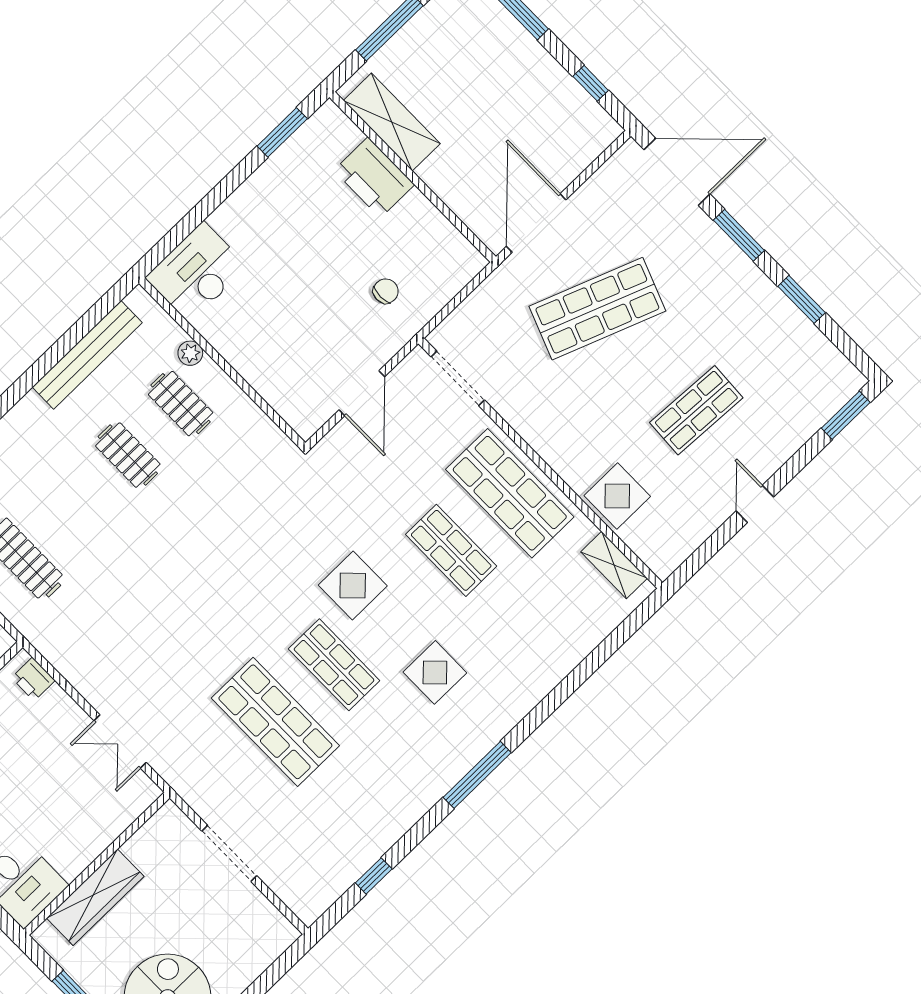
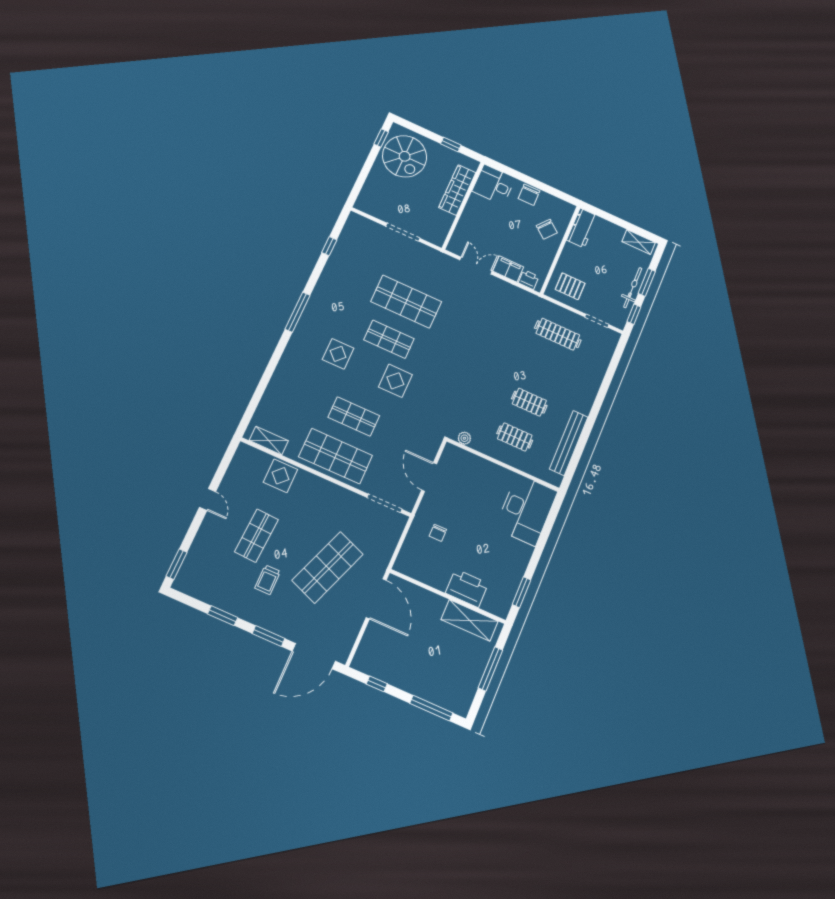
desk: (197, 272) -> (526, 510), width x1.36, depth x1.30
trolley: (705, 329) -> (268, 580), added
plant: (190, 353) -> (464, 438), moved
filing cabinet: (63, 713) -> (508, 269), added

